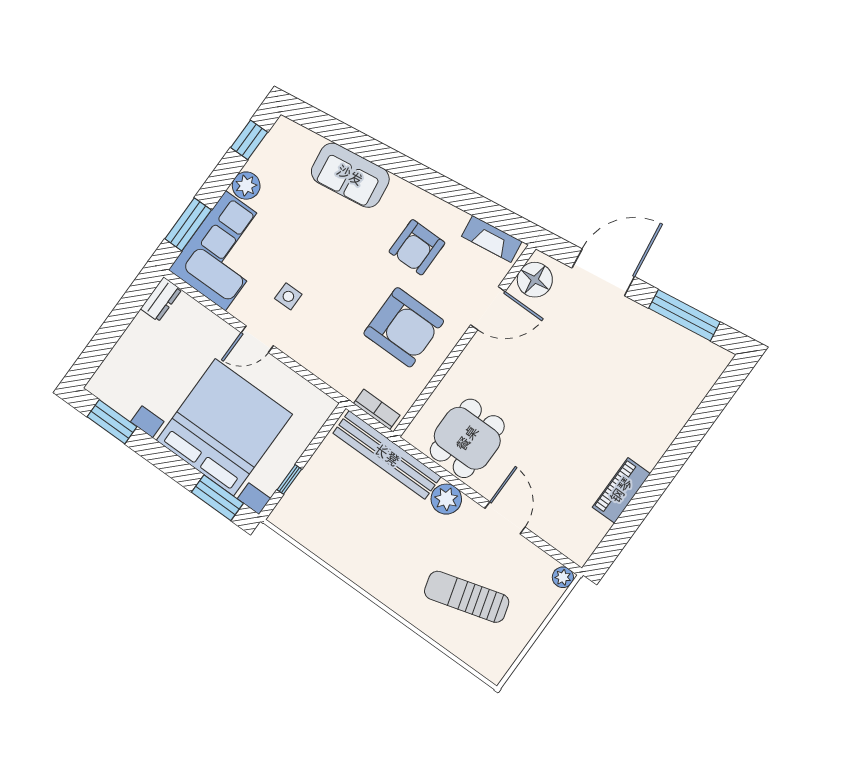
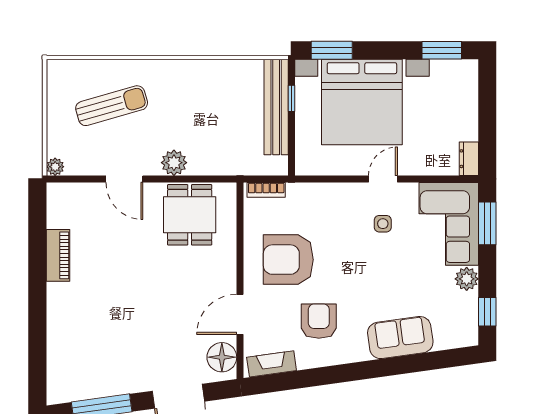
bench: (387, 455) -> (276, 107), moved, turned 90

